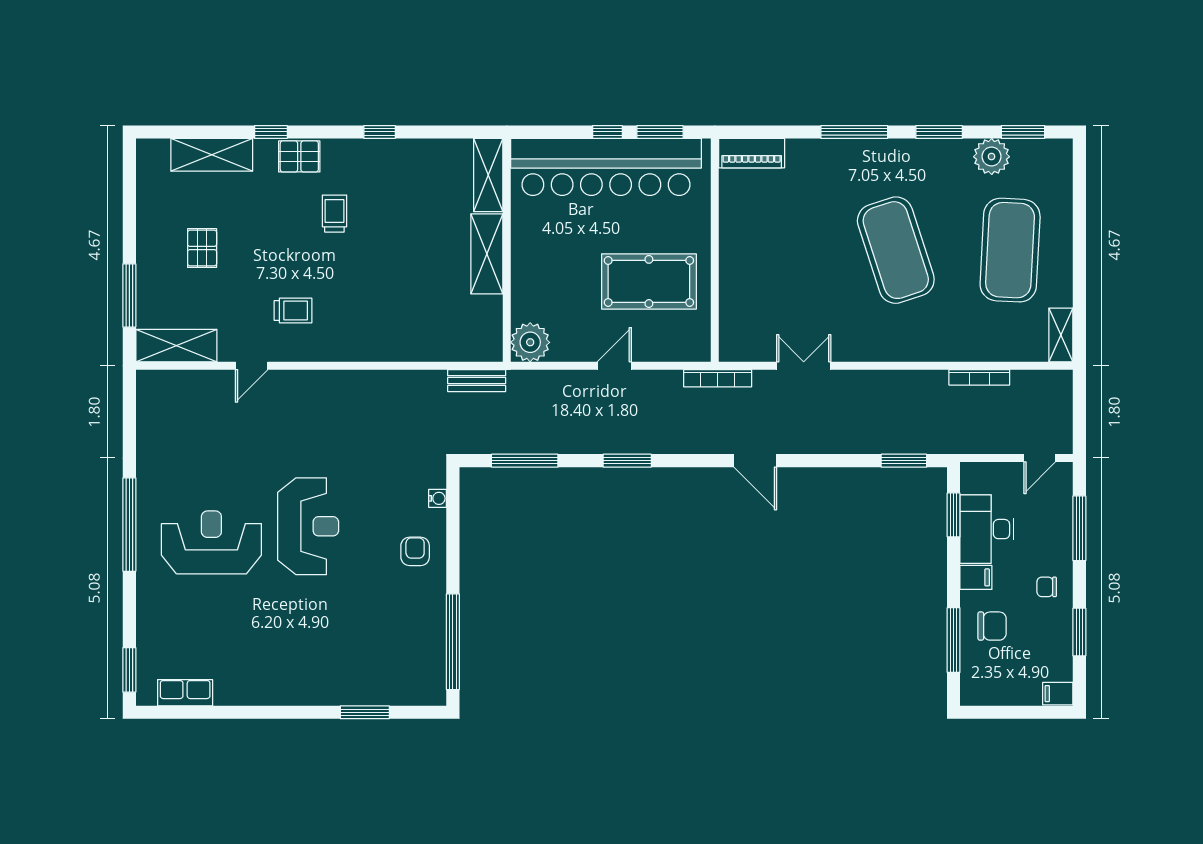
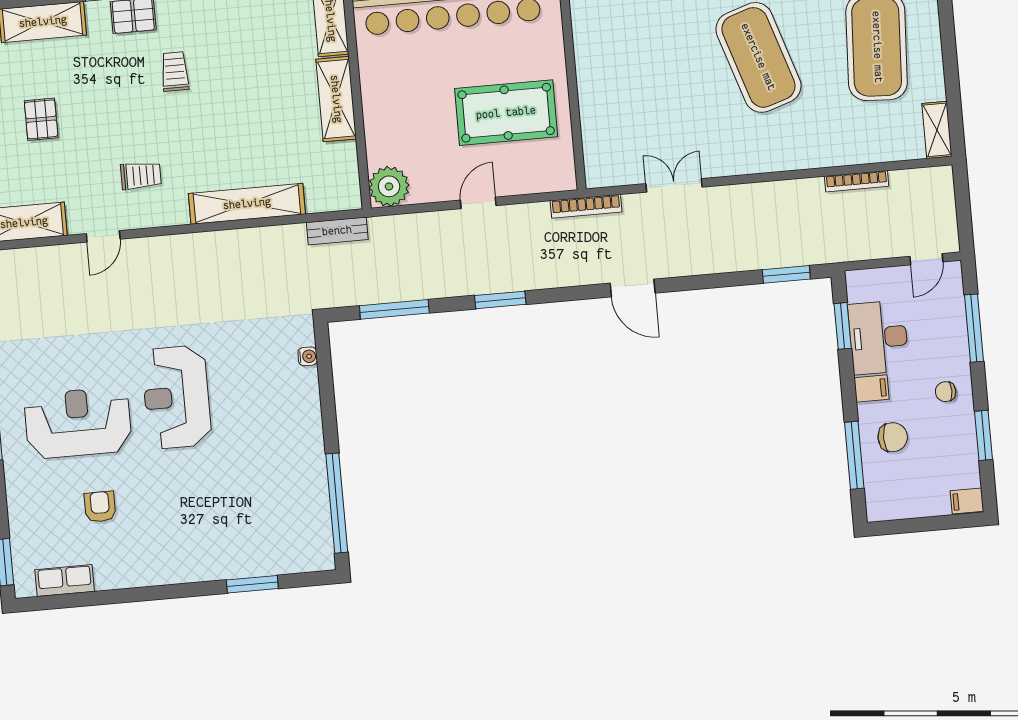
shelving: (392, 347) -> (247, 204), added
reception desk: (308, 526) -> (176, 397), turned 180
armchair: (415, 551) -> (100, 507), moved

